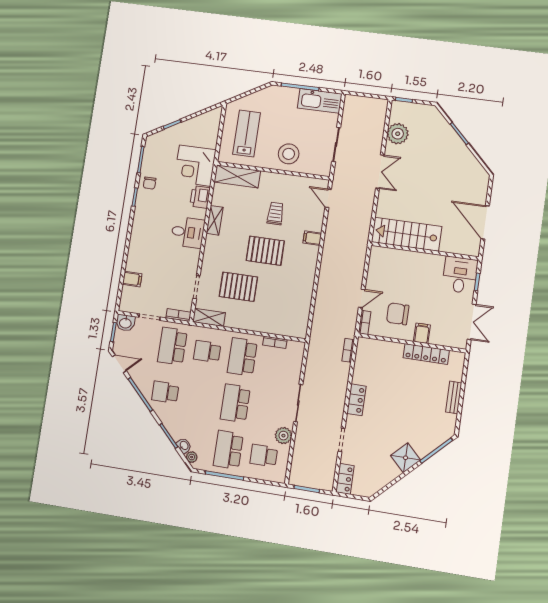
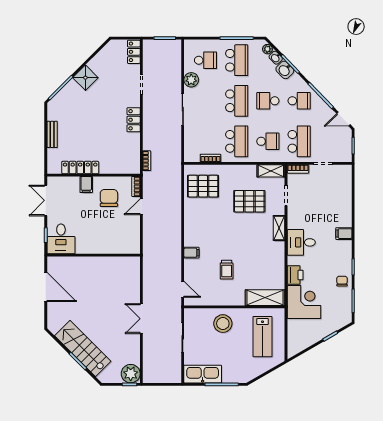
plant: (398, 134) -> (131, 374), moved
shelving: (215, 220) -> (279, 228), moved
stairs: (406, 234) -> (83, 348), moved, turned -135
pallet: (265, 251) -> (203, 186), moved
filing cabinet: (132, 279) -> (344, 234), moved
chair: (398, 314) -> (109, 198), turned -90
washbasin: (125, 323) -> (285, 70), moved, turned -134
school desk: (200, 398) -> (268, 101), added

